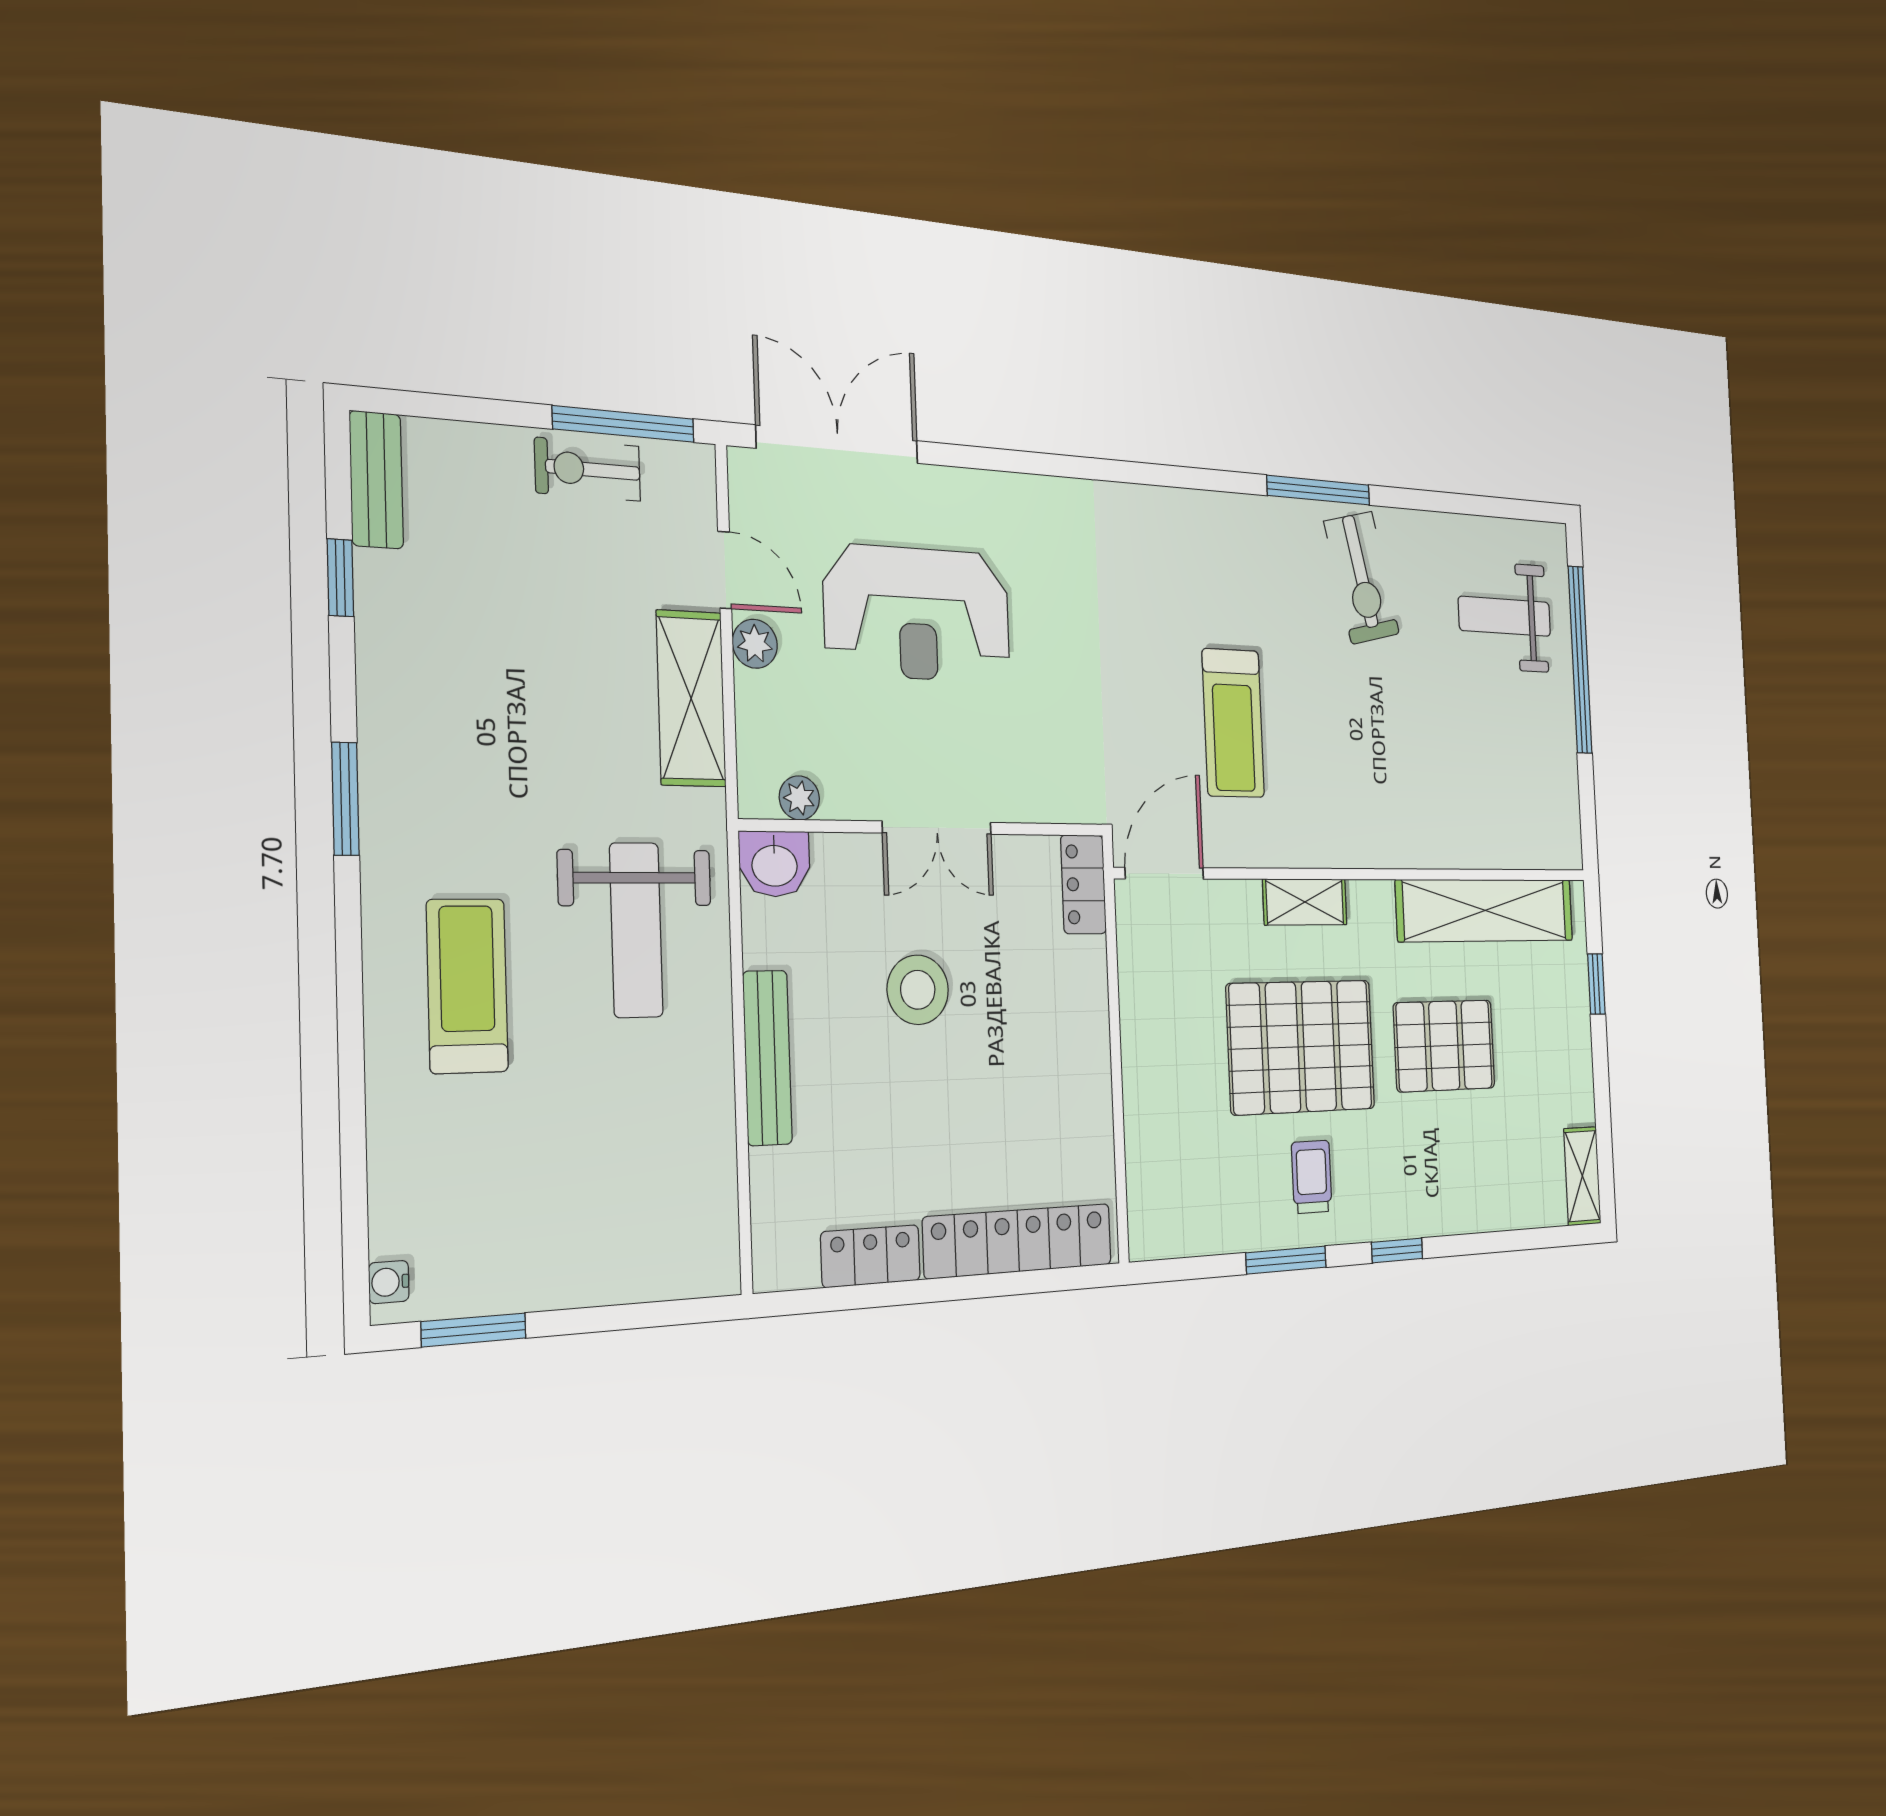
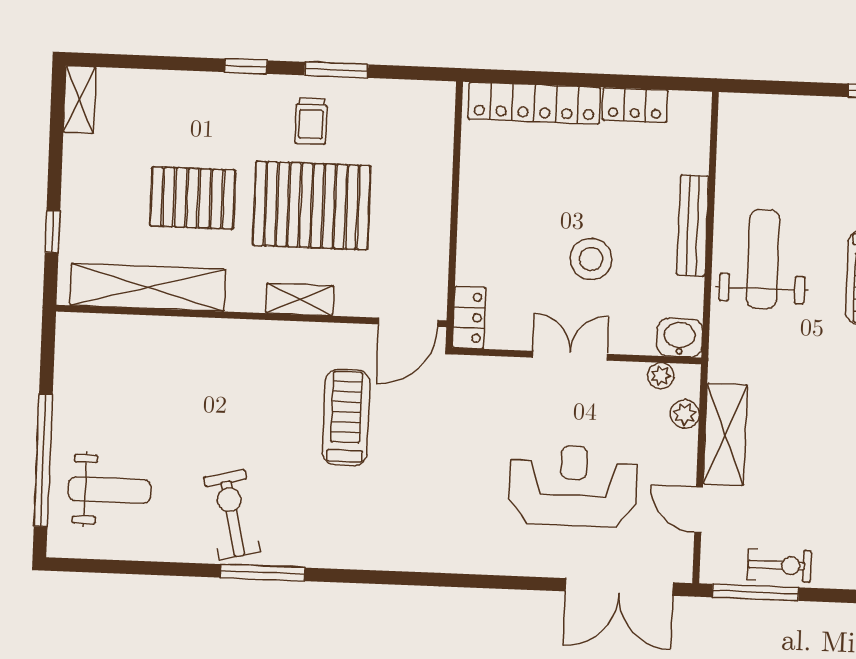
plant: (755, 644) -> (685, 414), moved
weight bench: (636, 930) -> (763, 259), moved

